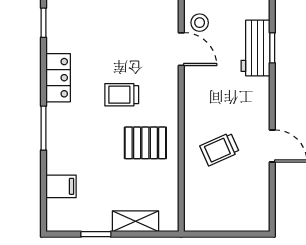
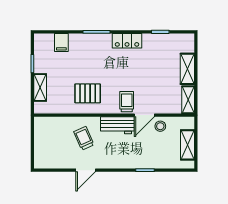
workbench: (255, 48) -> (117, 125), moved, turned 180
trolley: (122, 95) -> (127, 102), moved
pallet: (145, 143) -> (88, 93), turned 90

